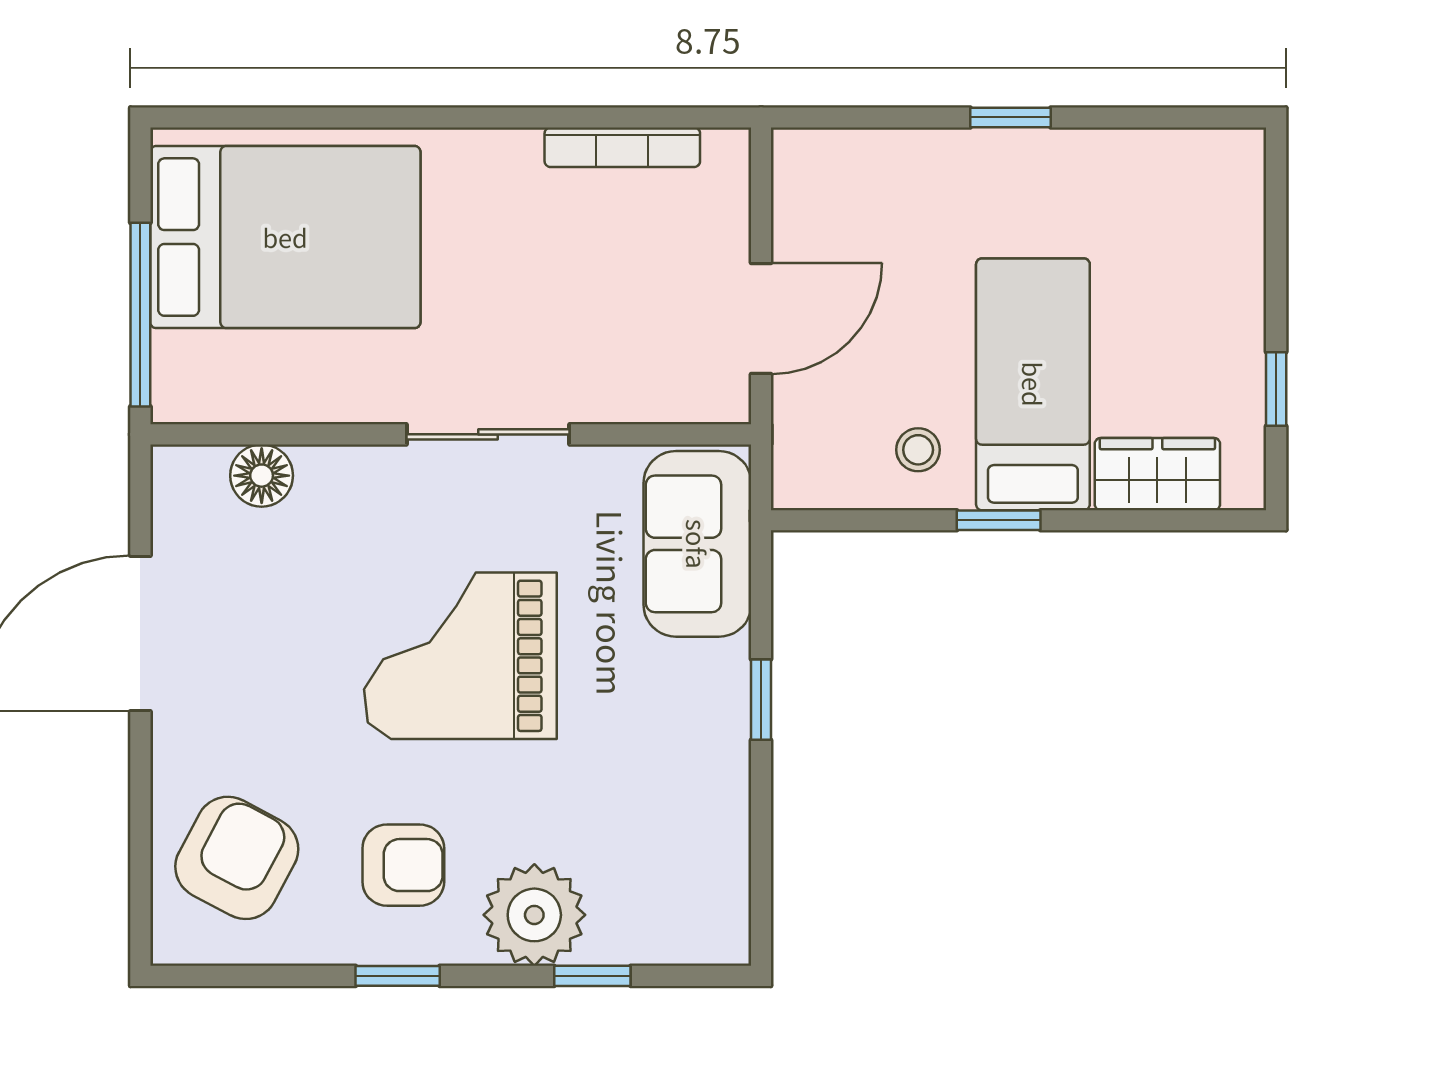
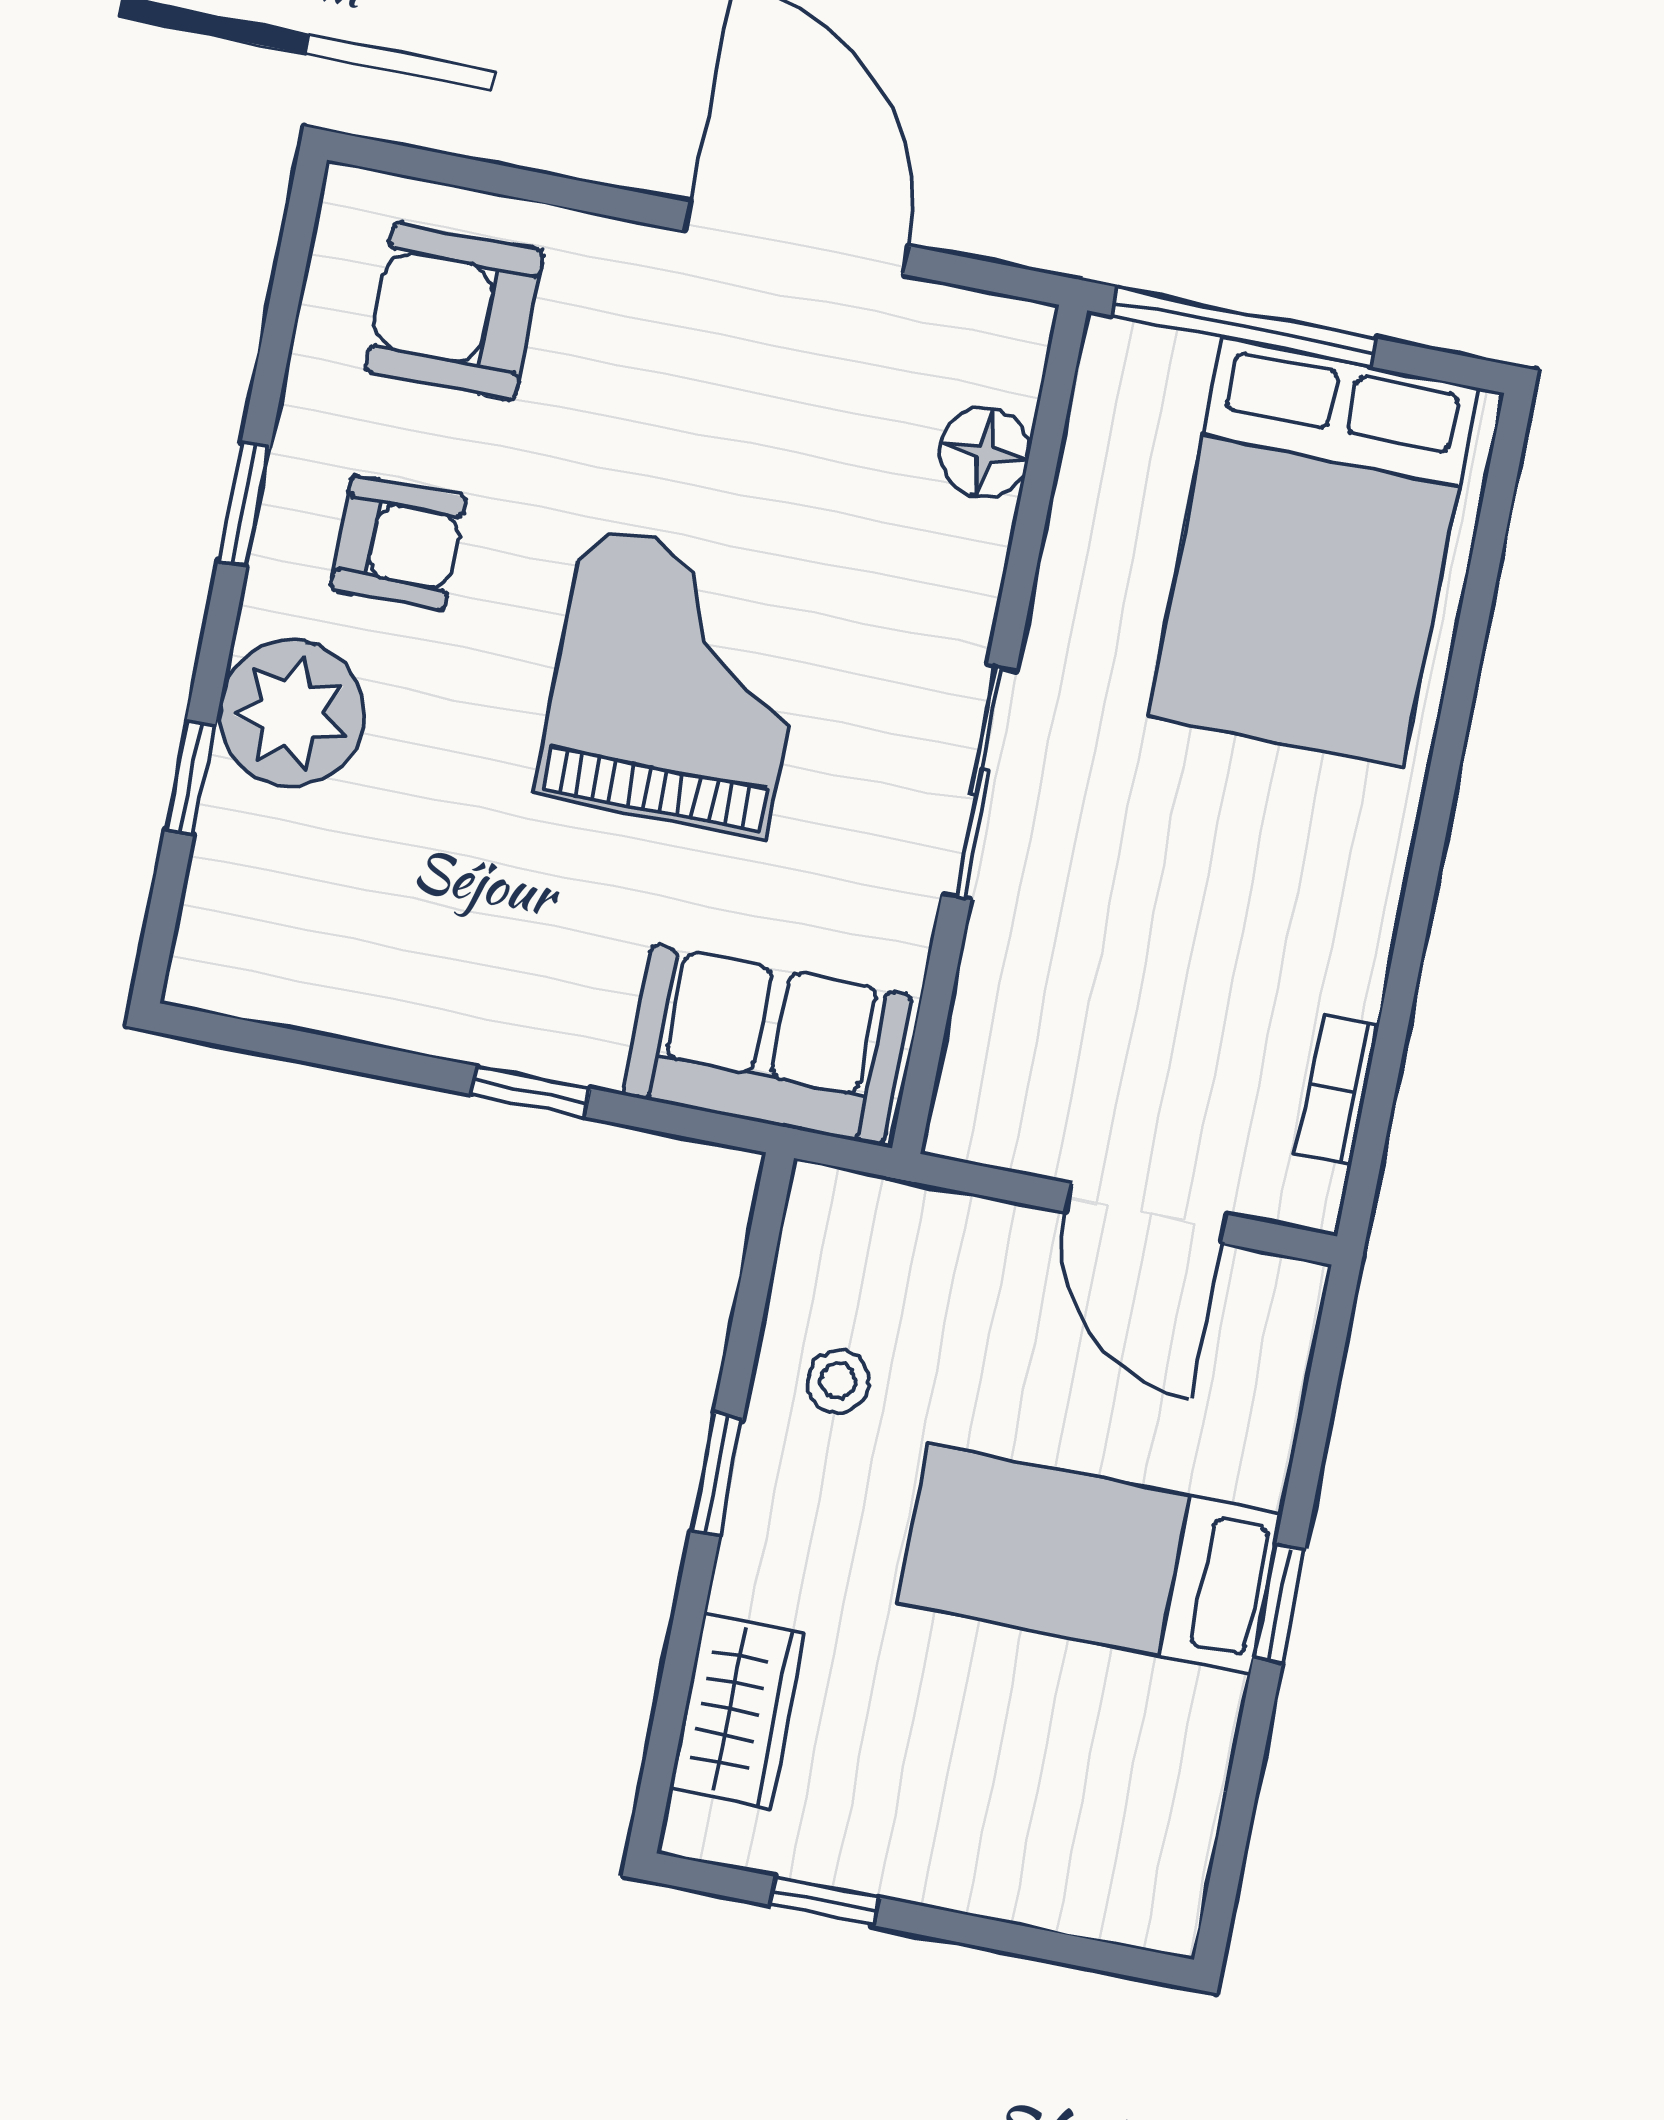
bookcase: (622, 147) -> (1337, 1089), width x0.64
door: (761, 318) -> (1146, 1213), moved
bed: (1033, 384) -> (1090, 1559), moved, turned 180
armchair: (237, 858) -> (454, 311), turned 152
armchair: (403, 865) -> (398, 543), turned -90

